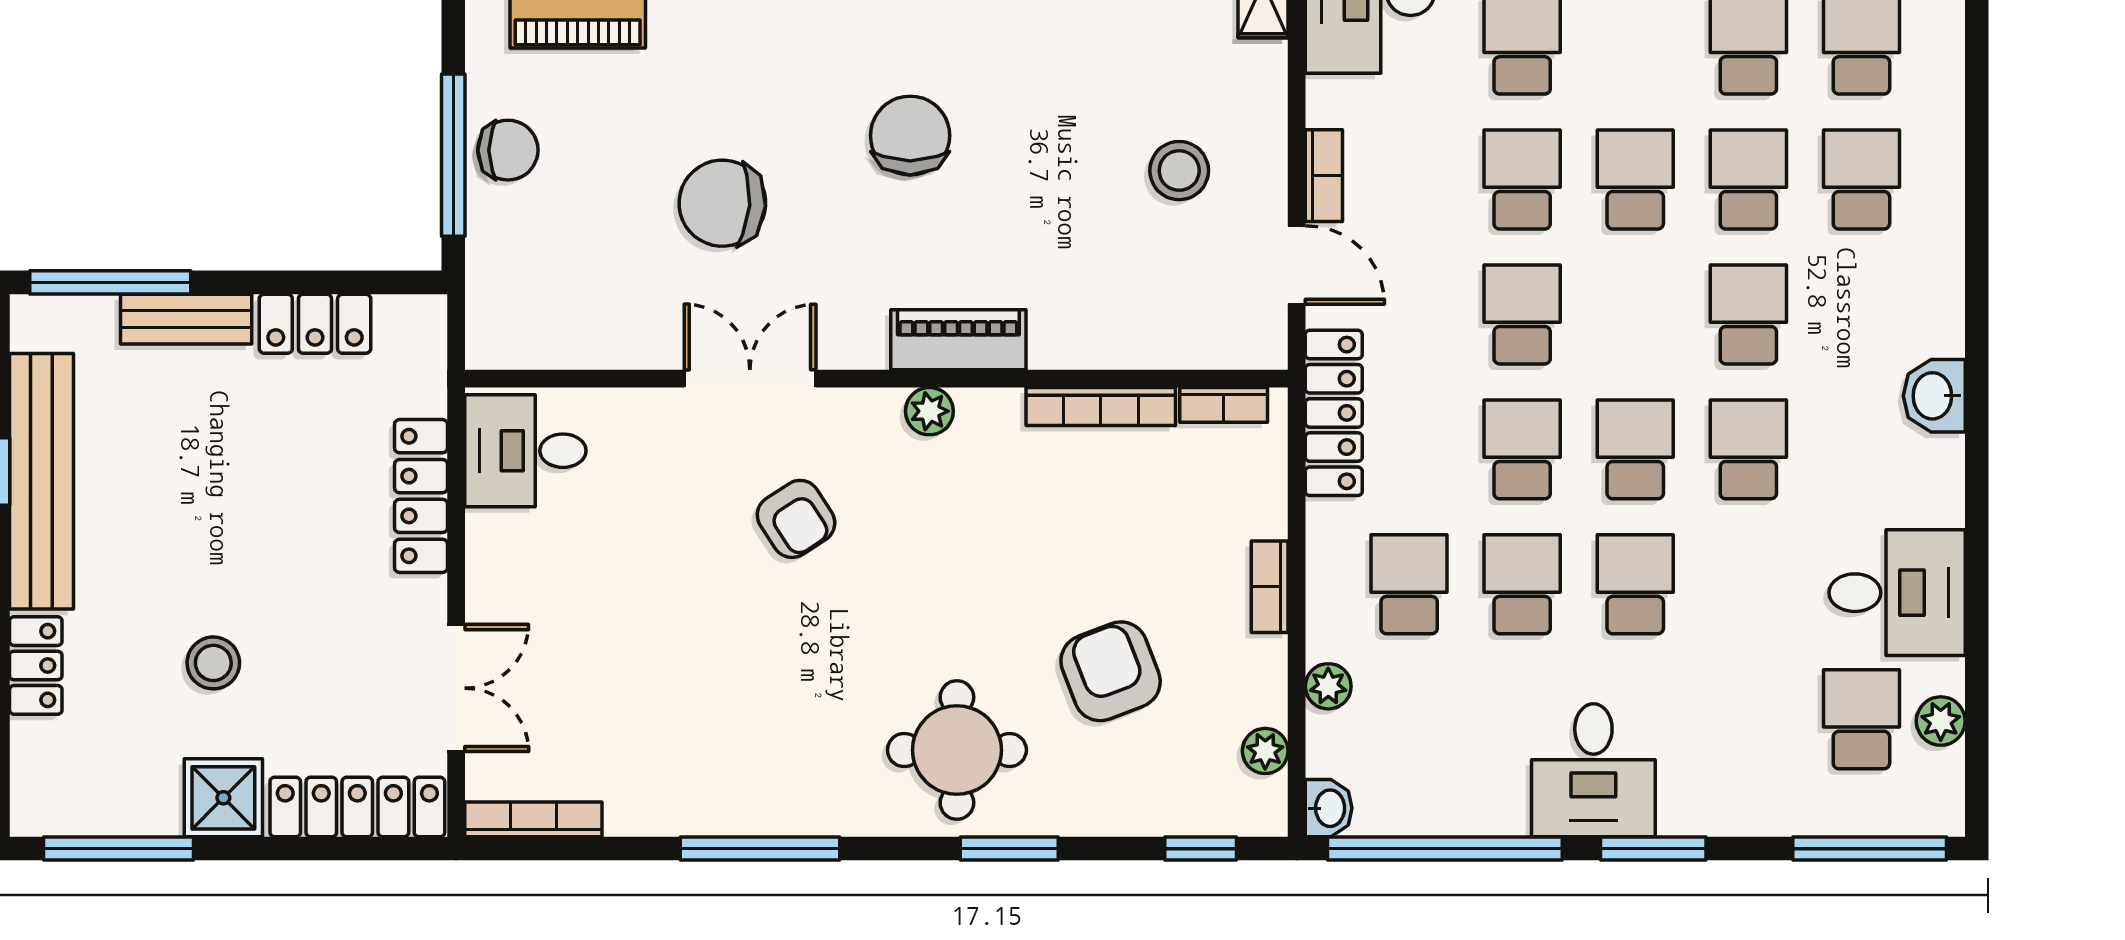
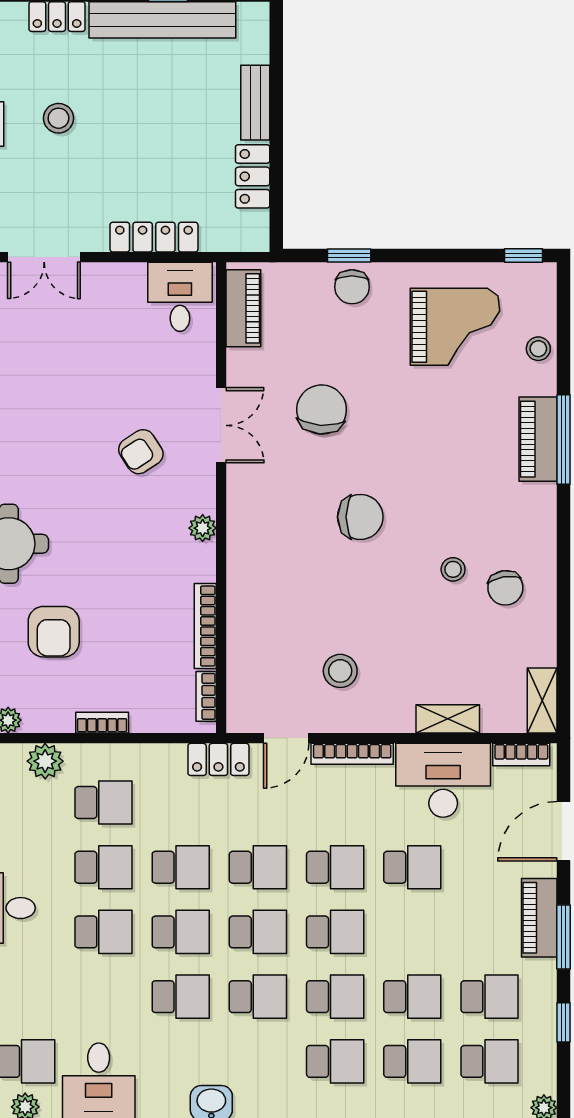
window: (453, 155) -> (349, 256), width x0.46
bookcase: (1324, 176) -> (352, 754), width x1.56
window: (110, 282) -> (276, 59), removed
school desk: (1635, 314) -> (258, 932), added
piano: (958, 340) -> (243, 308), moved
locker: (1334, 413) -> (218, 759), width x0.66
armchair: (1111, 671) -> (54, 632), turned 111
plant: (1328, 686) -> (45, 761), width x1.38, depth x1.38

